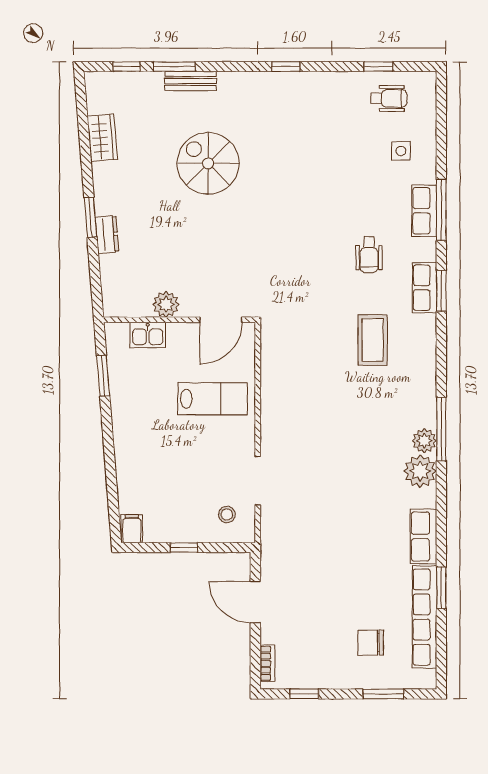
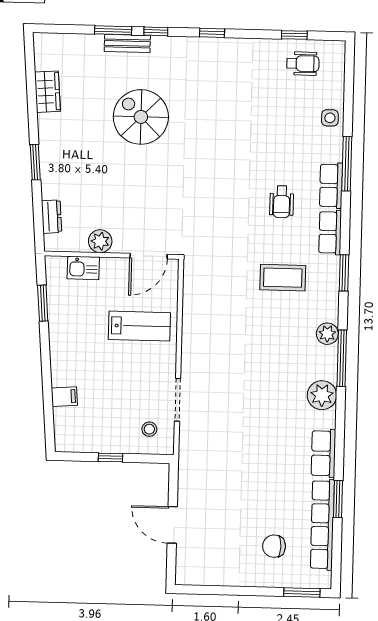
window: (127, 67) -> (156, 31), moved
side table: (401, 151) -> (330, 118), moved
row of seats: (424, 211) -> (331, 186), moved
dresser: (107, 234) -> (52, 217), moved
window: (441, 291) -> (344, 273), moved
coffee table: (373, 340) -> (283, 278), turned 90
plant: (424, 441) -> (327, 334), moved
filing cabinet: (132, 529) -> (64, 397), moved, turned 85
door: (255, 602) -> (172, 525), moved
bookcase: (267, 663) -> (182, 562), removed
window: (304, 694) -> (214, 590), removed
window: (383, 694) -> (302, 592), moved

